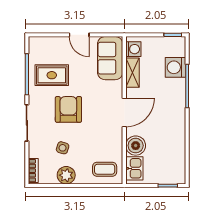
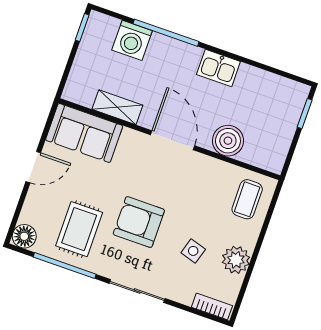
floor lamp: (36, 44) -> (24, 236), added
washing machine: (133, 49) -> (83, 94), removed
kitchen sink: (134, 168) -> (218, 68), moved, turned 180

